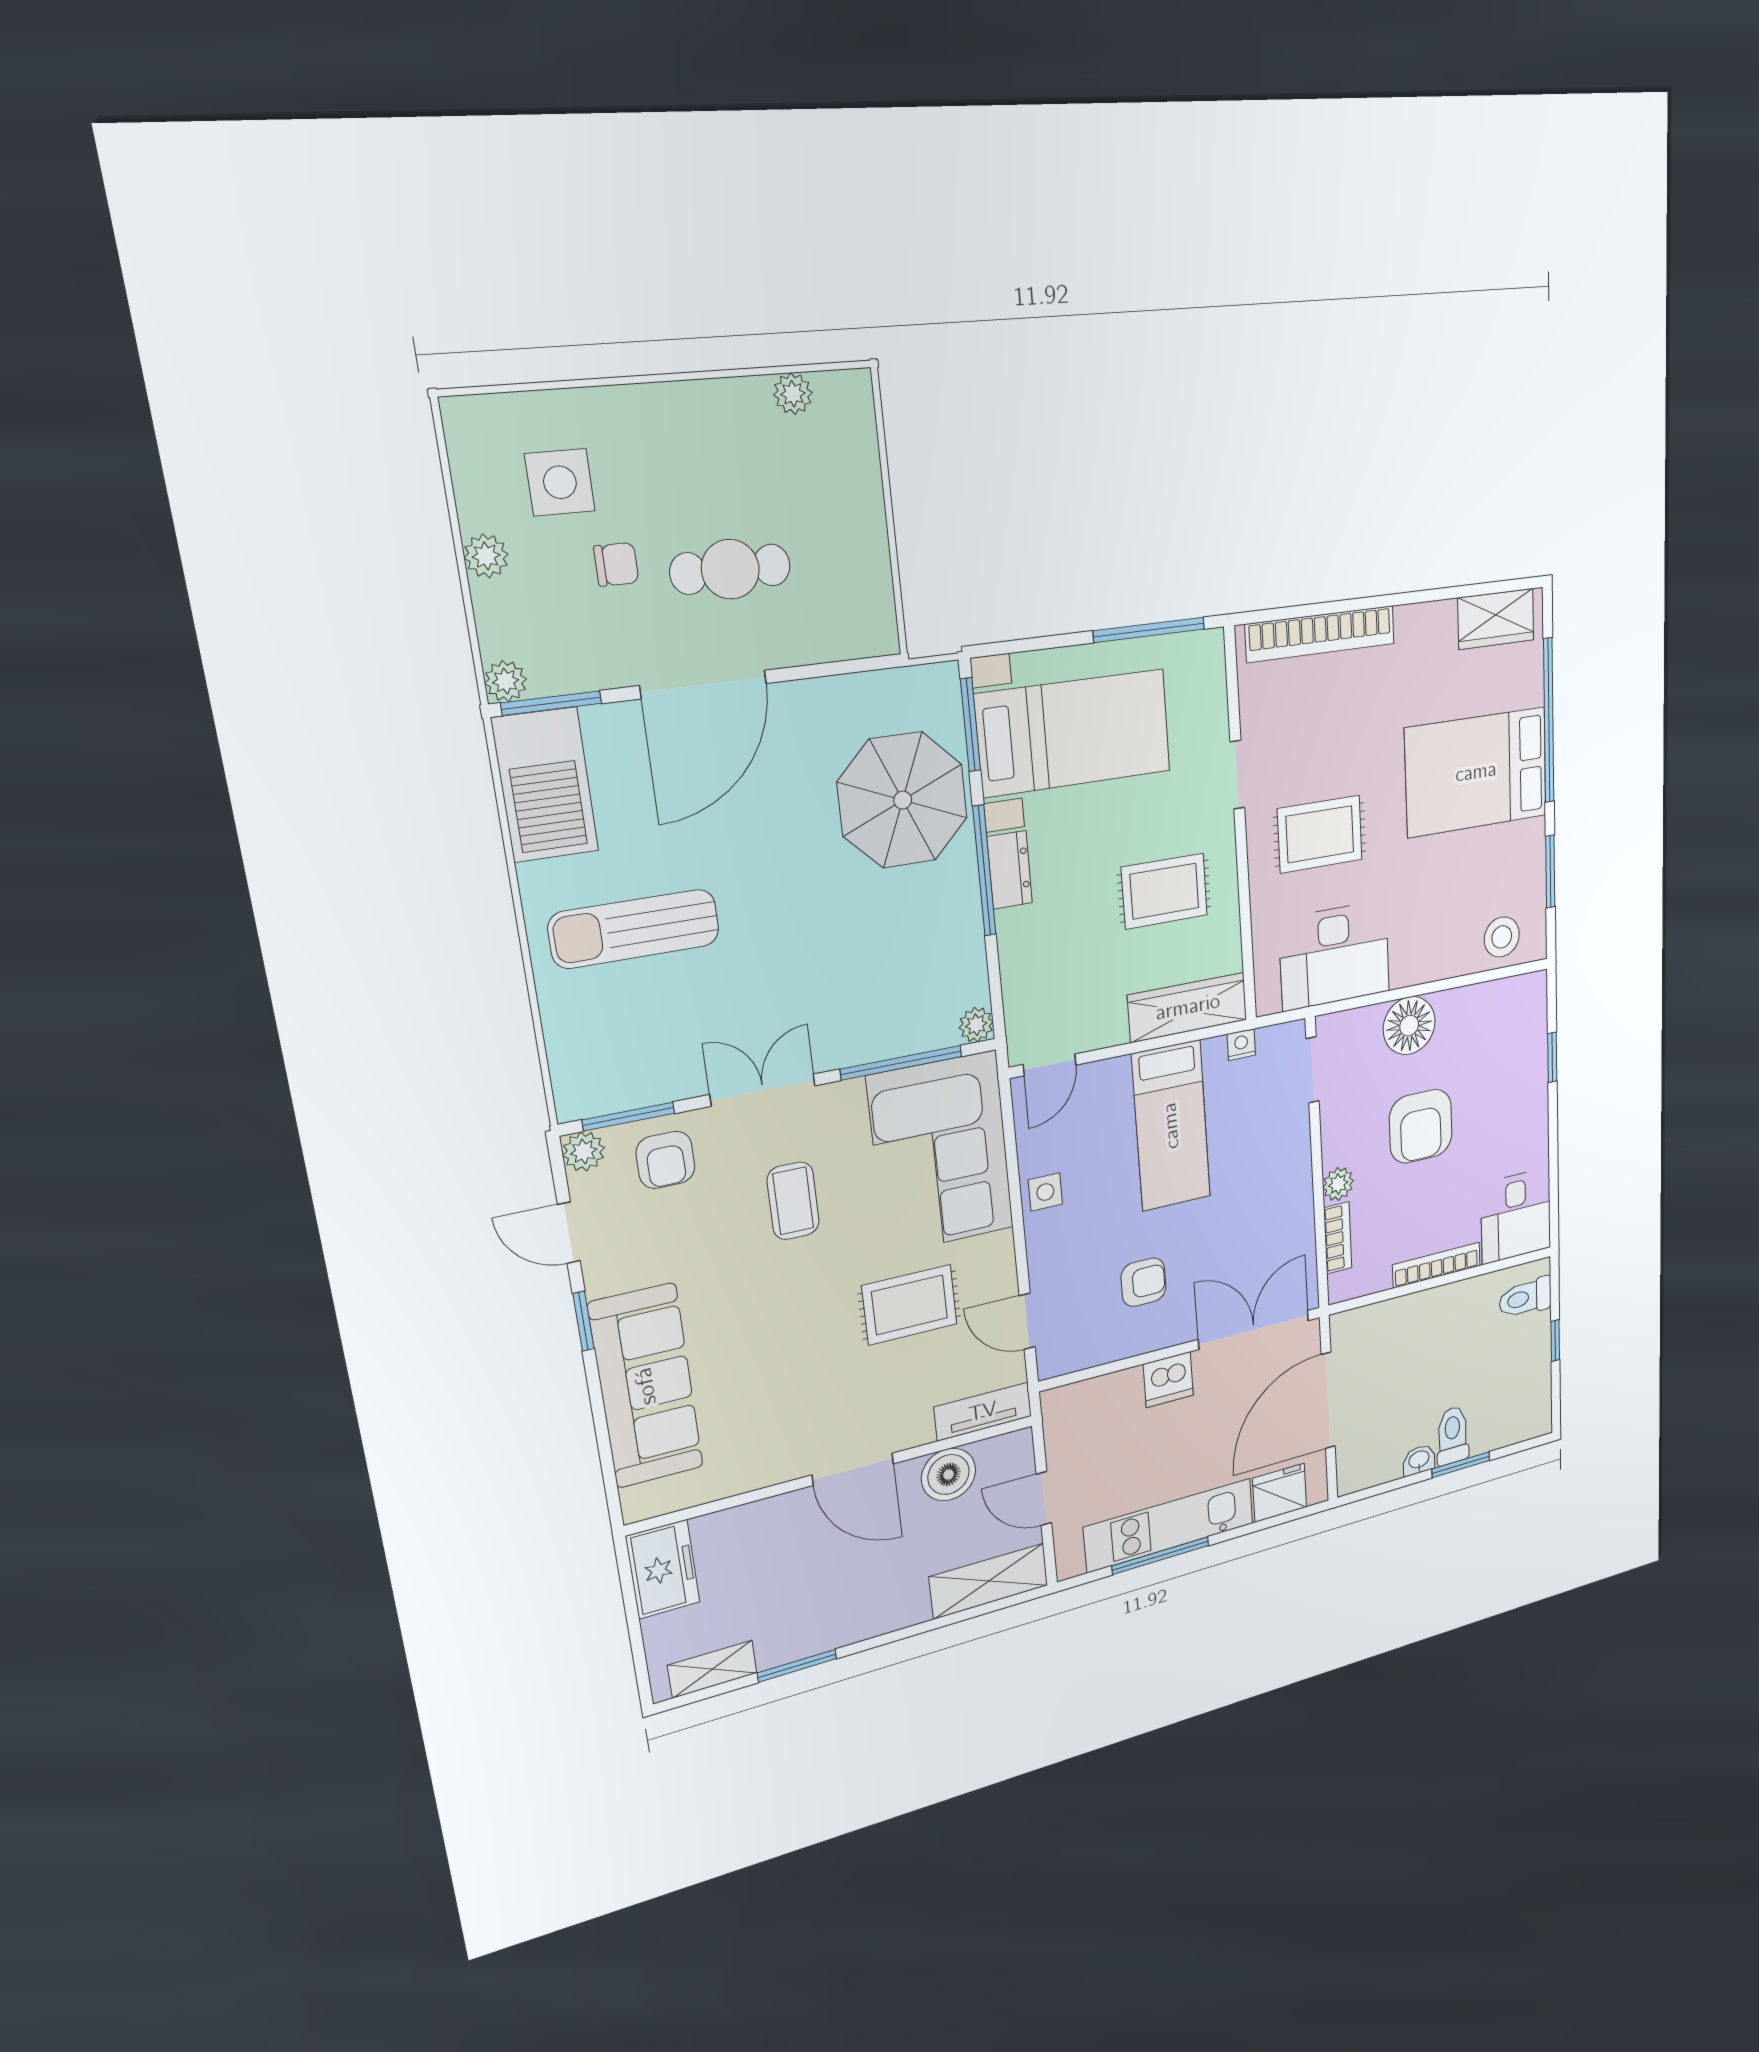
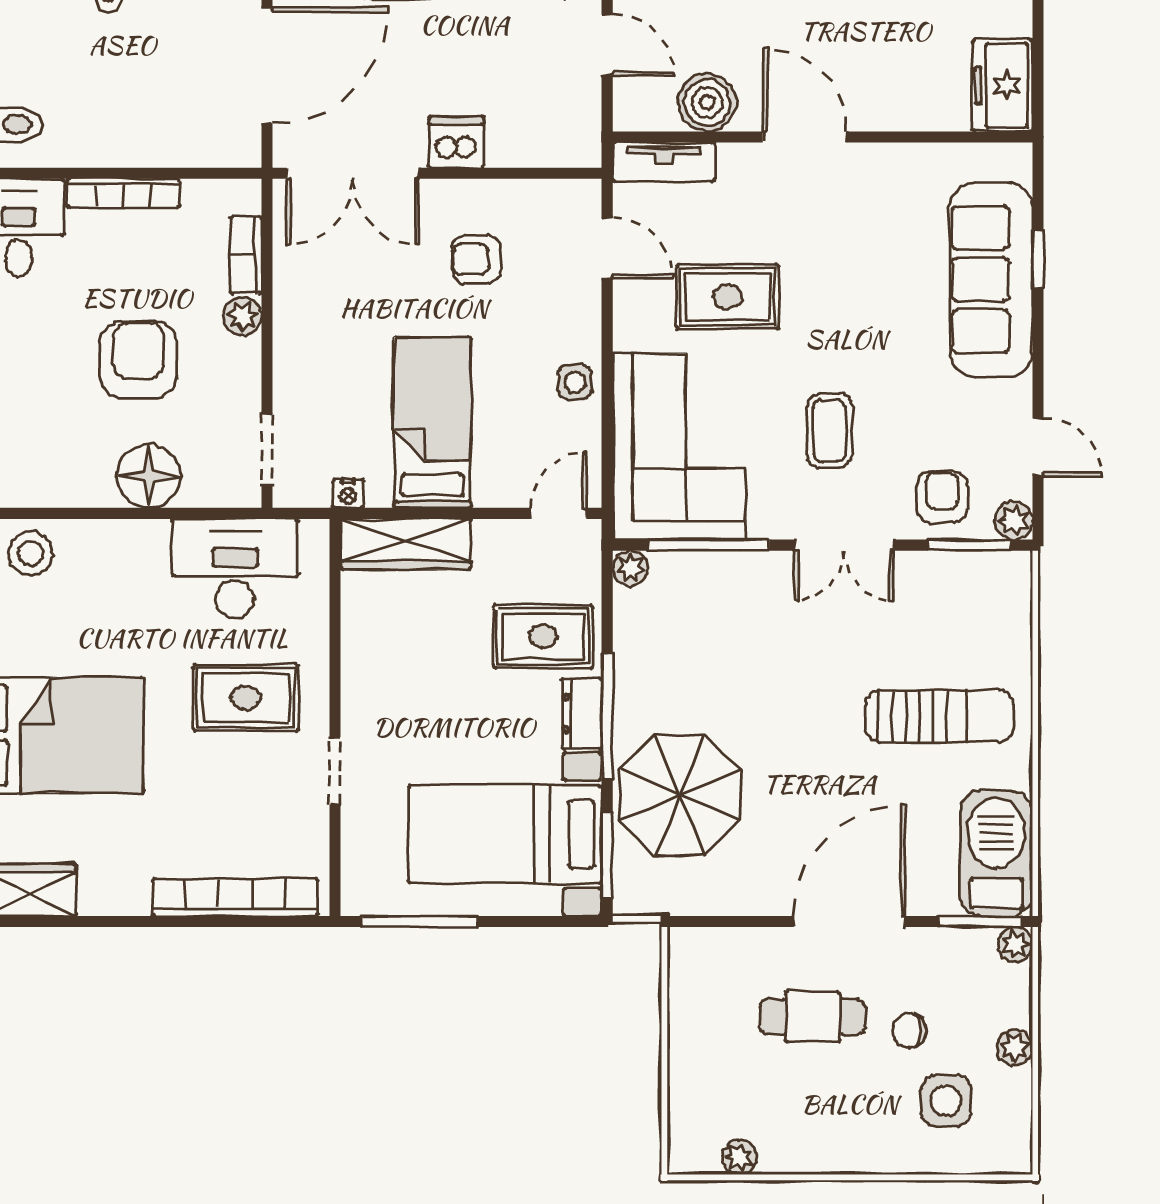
rug: (1164, 891) -> (543, 636), moved
window: (583, 1321) -> (1038, 259), moved

